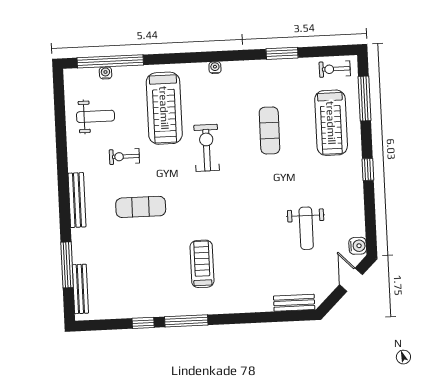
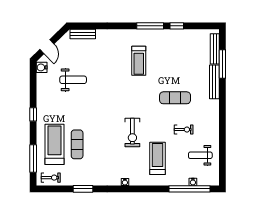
treadmill: (164, 108) -> (158, 158), width x0.73, depth x0.73
exercise mat: (269, 130) -> (77, 144), moved
bench: (77, 200) -> (214, 82), moved
weight bench: (306, 228) -> (73, 80), turned 90

